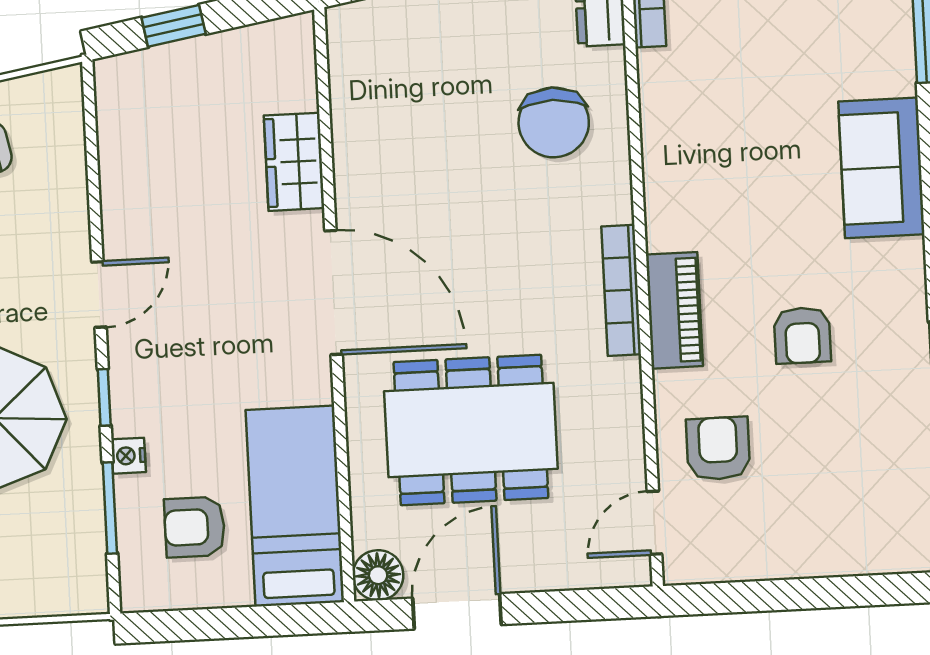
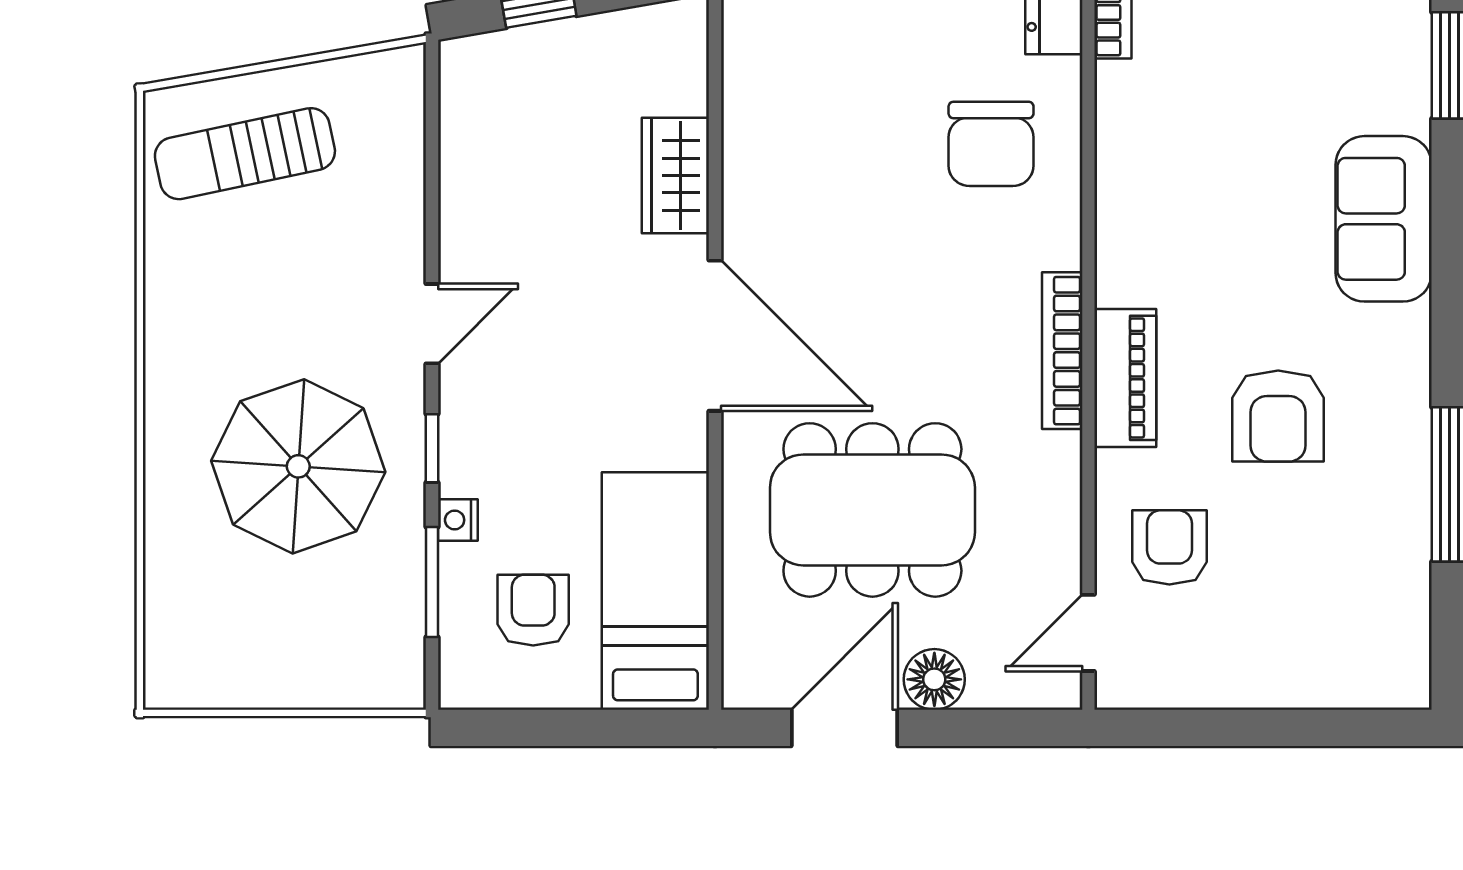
armchair: (802, 335) -> (1278, 416), width x1.38, depth x1.38
armchair: (195, 527) -> (533, 610), turned 90
floor lamp: (378, 575) -> (934, 679), moved

